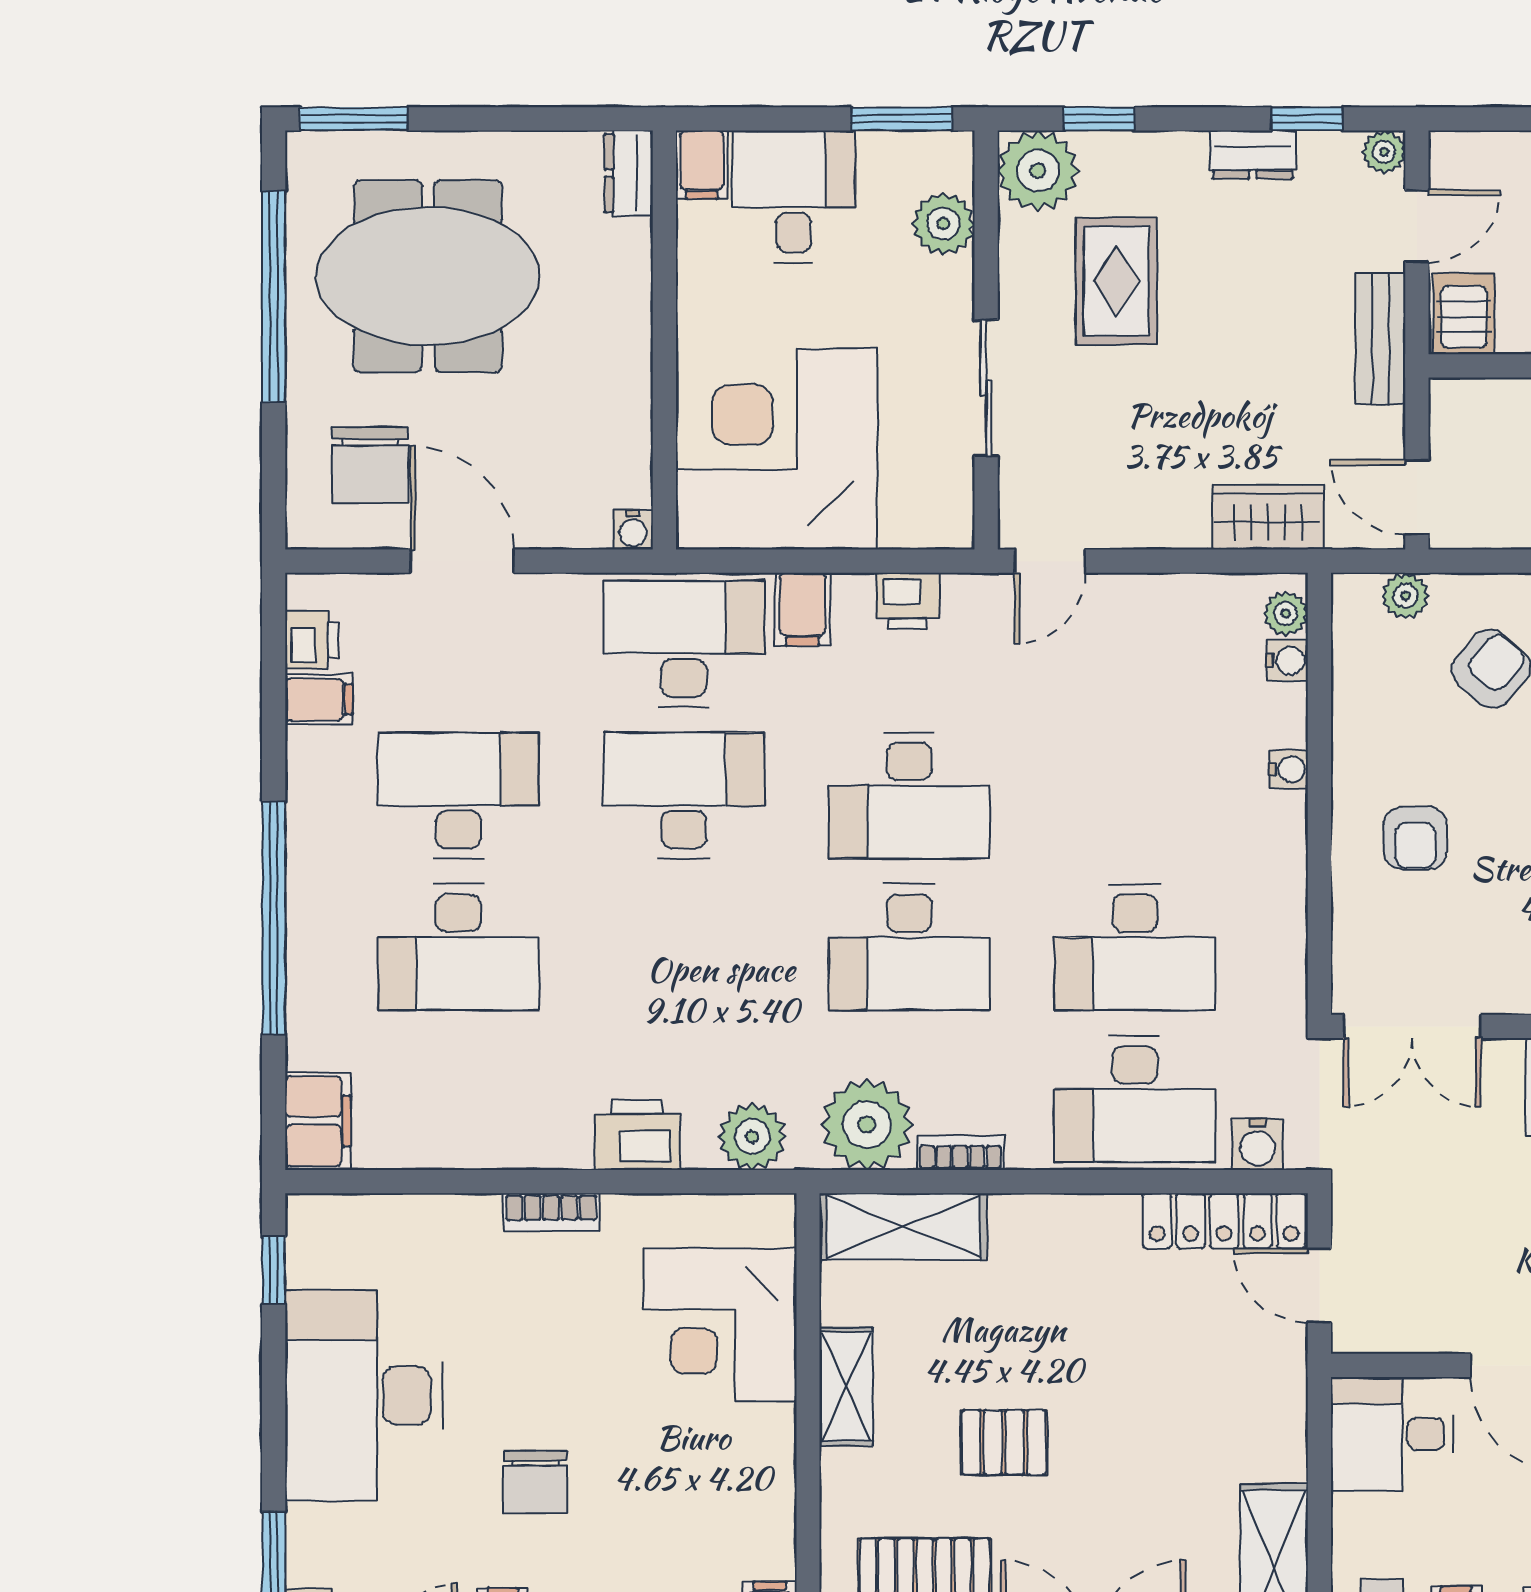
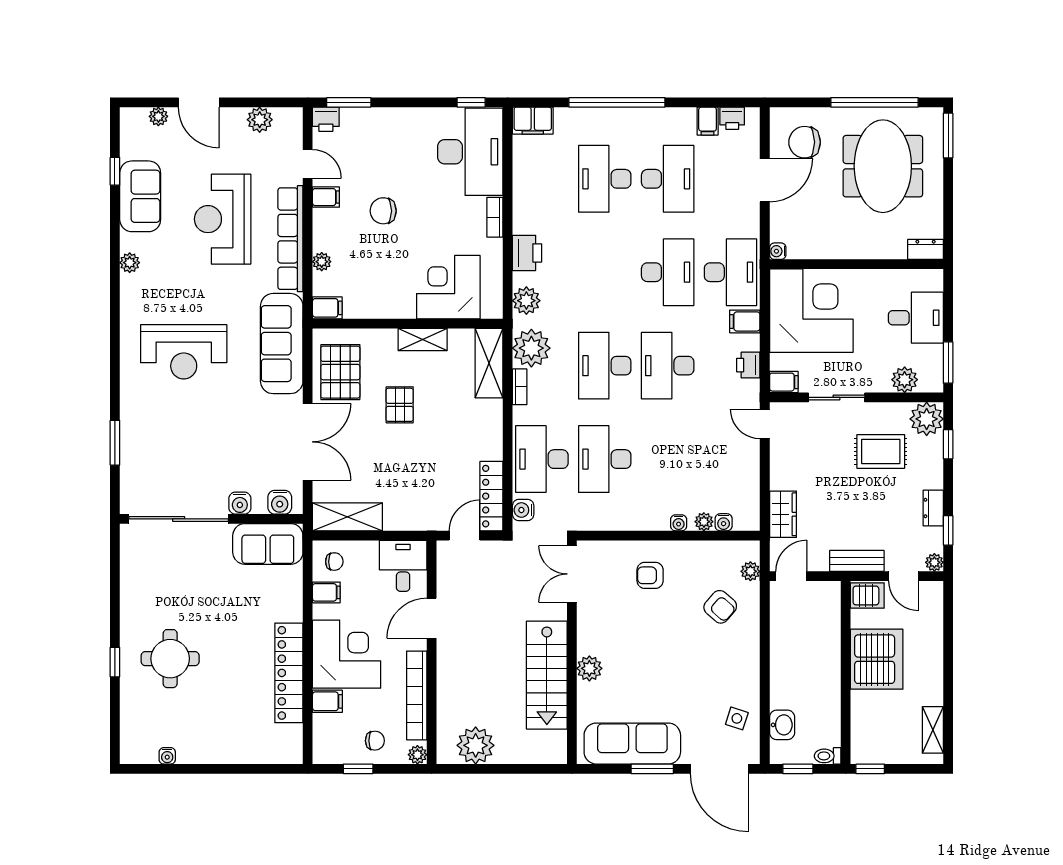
filing cabinet: (702, 165) -> (784, 382), moved, turned 180
plant: (1286, 613) -> (704, 522), moved
desk: (364, 1395) -> (470, 152), moved, turned 90

